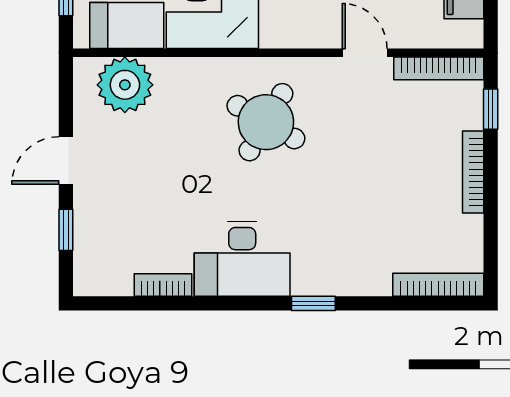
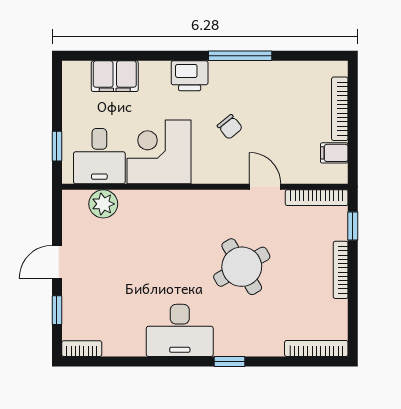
plant: (125, 85) -> (103, 204), width x0.73, depth x0.73
round table: (266, 122) -> (242, 267), moved, turned 30
bookcase: (163, 285) -> (82, 349), moved

